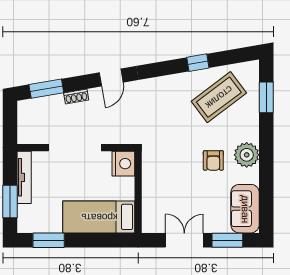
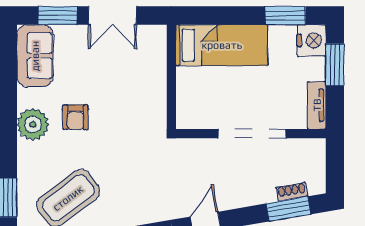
shoe rack: (76, 96) -> (292, 192), moved
armchair: (213, 160) -> (75, 117), turned 180
nightstand: (123, 164) -> (312, 40), moved, turned 180
tv unit: (24, 177) -> (317, 105), width x0.71

